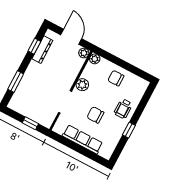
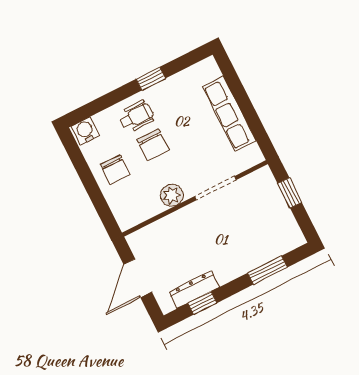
plant: (84, 53) -> (136, 241), removed
plant: (95, 59) -> (126, 220), removed
water cooler: (141, 86) -> (85, 131), added
chair: (95, 115) -> (153, 145), moved

